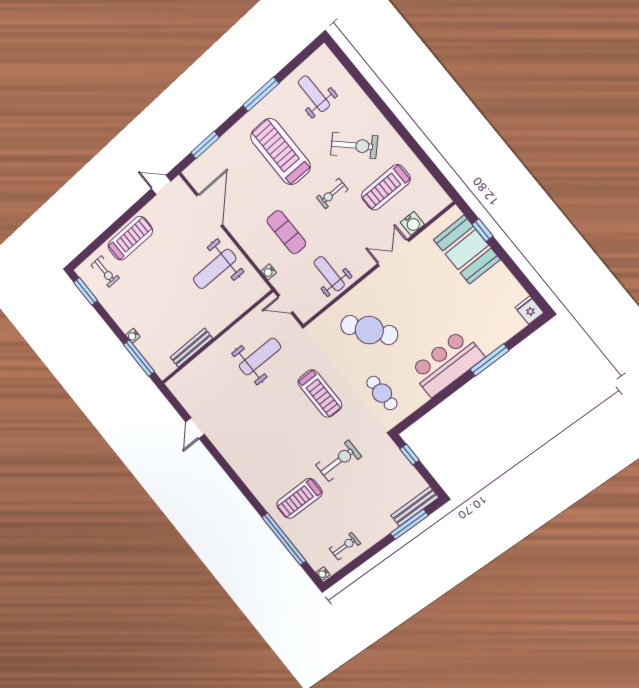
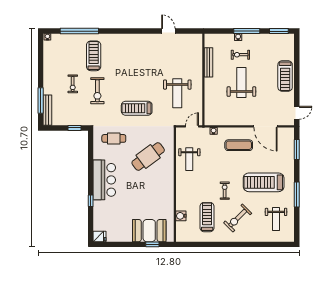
weight bench: (314, 94) -> (276, 219), turned 90
treadmill: (280, 152) -> (264, 182), turned 180
exercise mat: (286, 232) -> (239, 145), moved
double door: (393, 253) -> (175, 196), removed
weight bench: (215, 269) -> (241, 82), moved
exercise bike: (105, 272) -> (240, 55), moved
weight bench: (329, 274) -> (189, 159), turned 90
window: (139, 358) -> (247, 31), moved
window: (489, 360) -> (91, 201), width x0.46
exercise bike: (345, 546) -> (73, 84), moved

